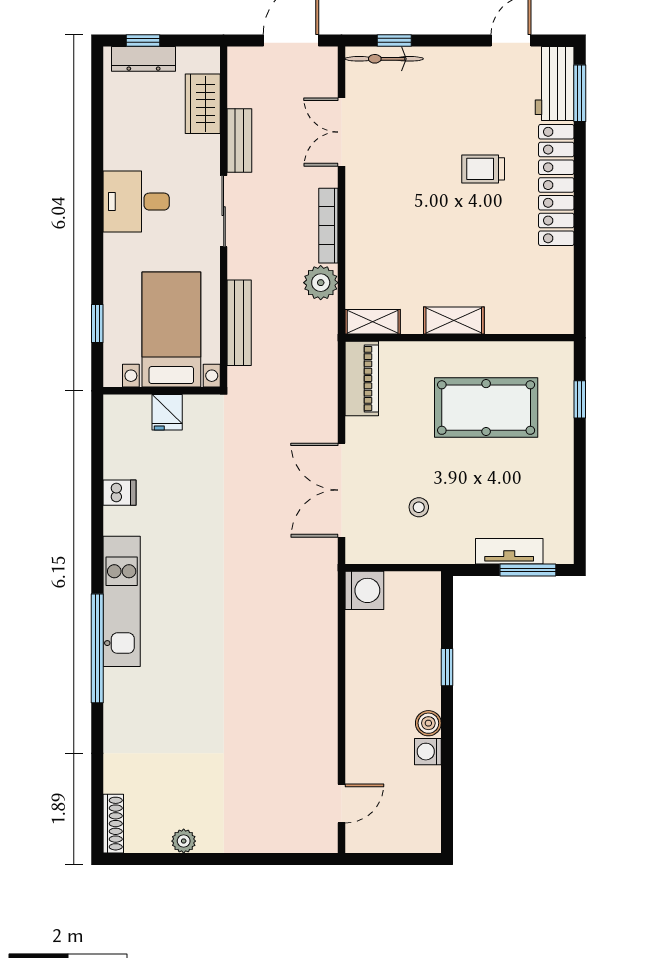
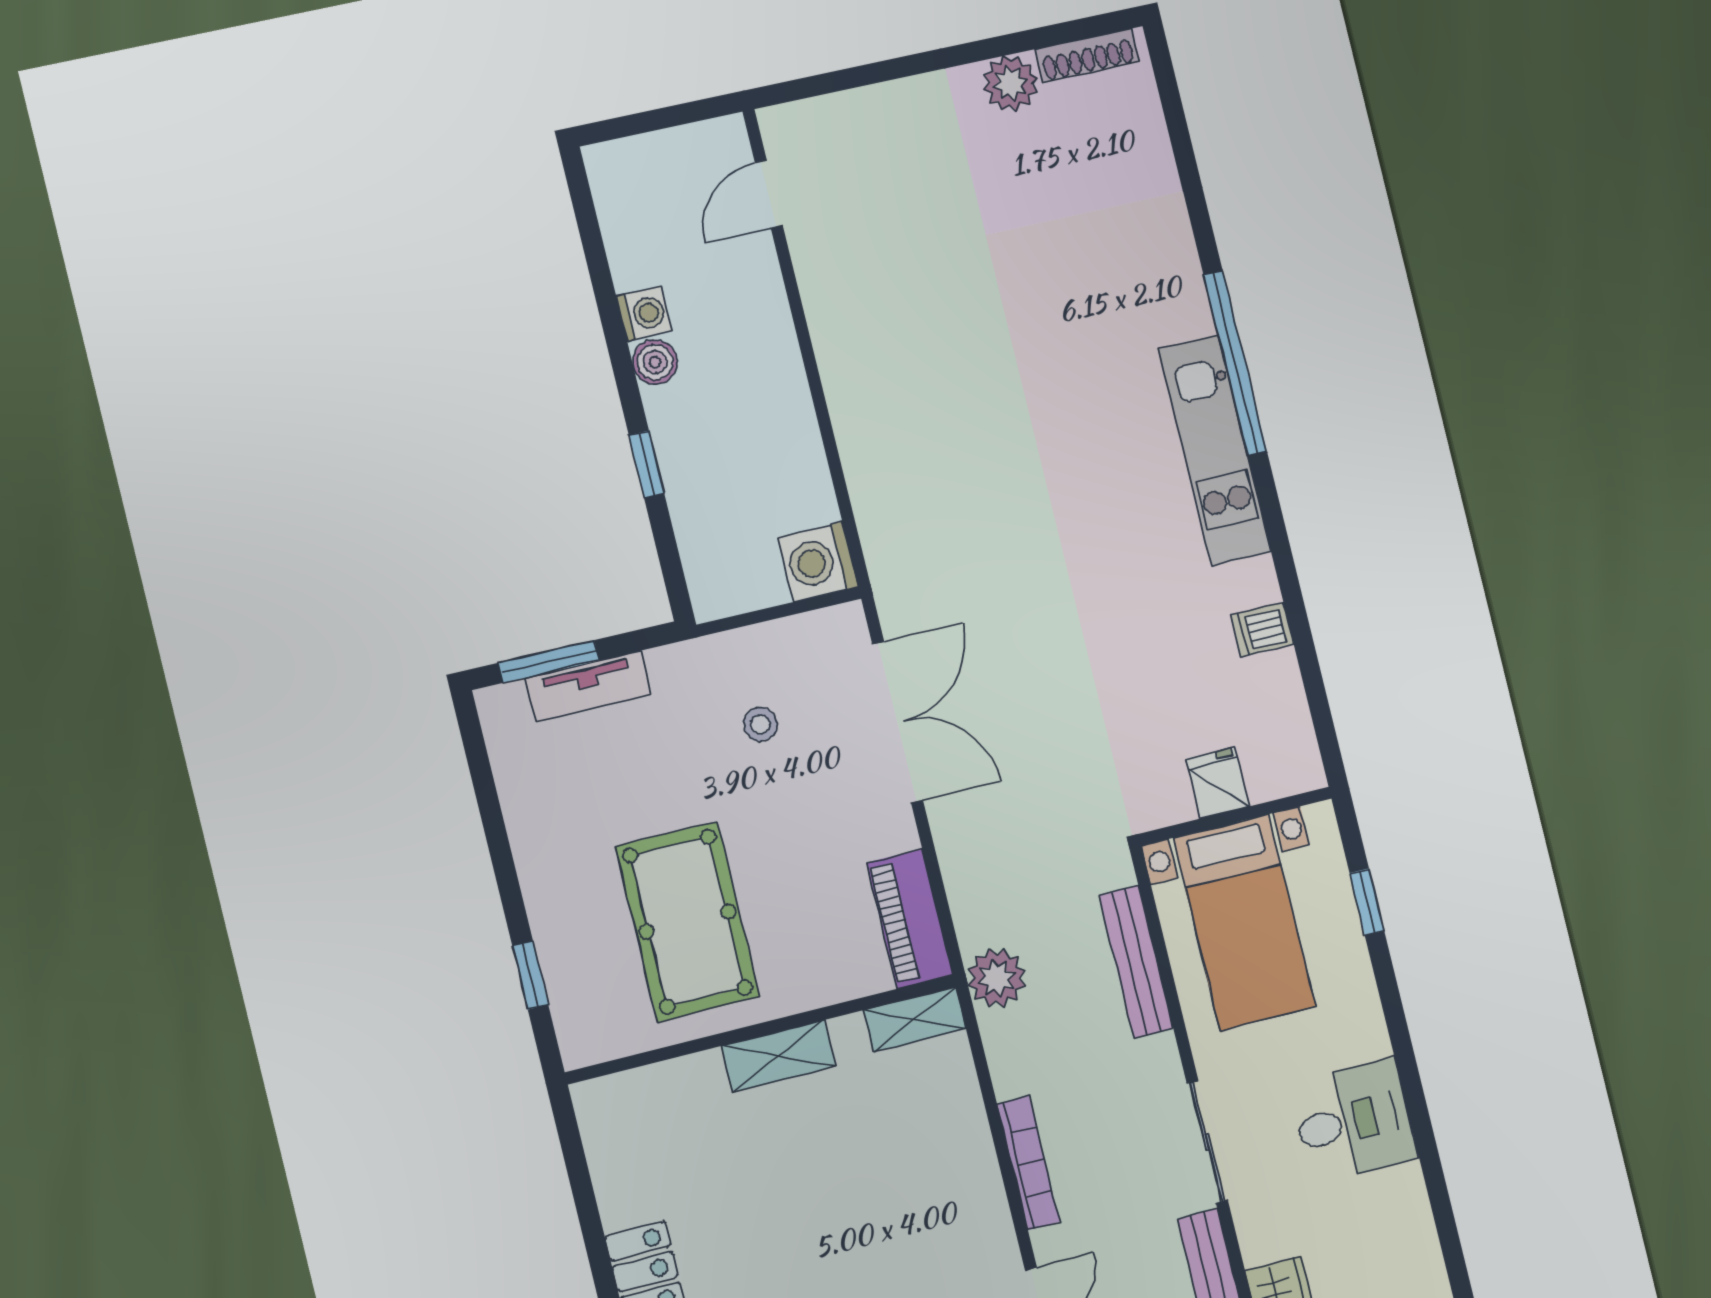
plant: (321, 283) -> (997, 978), moved
pool table: (486, 408) -> (688, 922), turned 90
shoe rack: (113, 824) -> (1087, 55), moved, turned -90
plant: (184, 841) -> (1010, 83), width x1.38, depth x1.38

